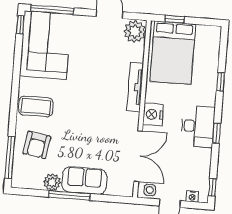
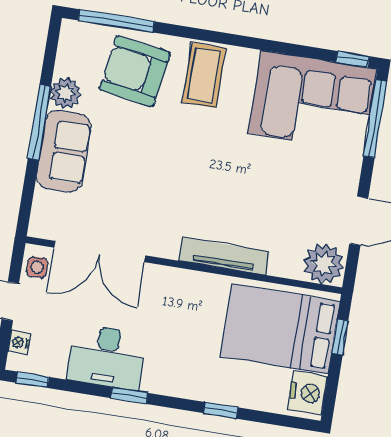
nightstand: (153, 114) -> (308, 393), moved, turned 90
desk: (198, 126) -> (106, 357), moved
armchair: (37, 145) -> (135, 71), width x1.36, depth x1.36

